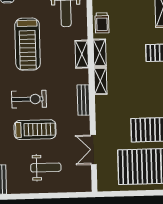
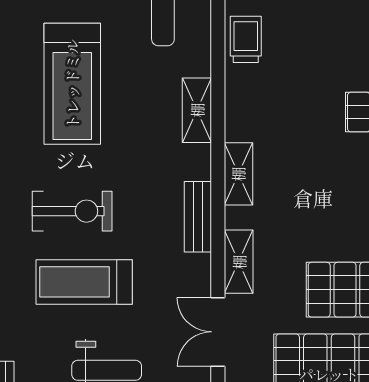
trolley: (102, 23) -> (246, 39), turned 180
shelving: (100, 53) -> (239, 262), moved
treadmill: (35, 130) -> (84, 282), turned 180

